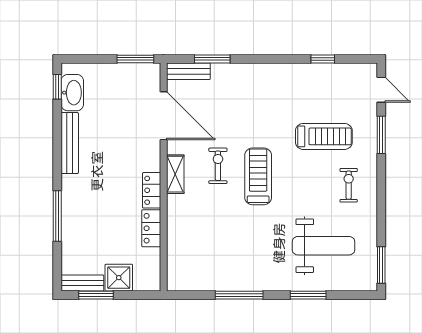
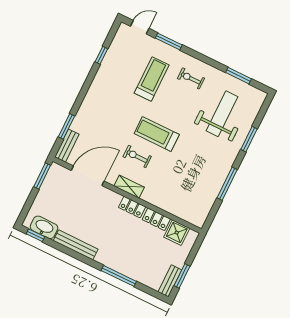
window: (381, 265) -> (239, 76), moved
shower: (119, 278) -> (177, 233), moved

